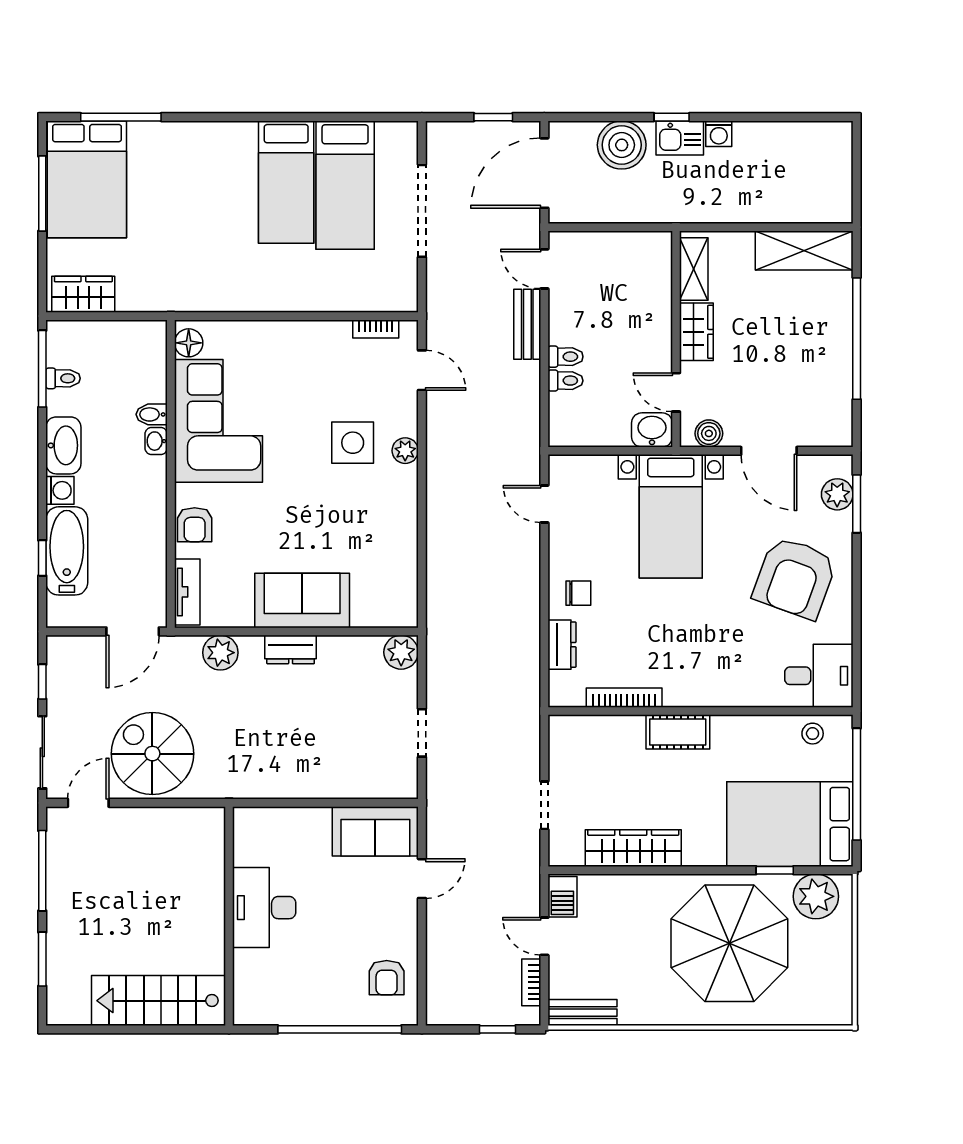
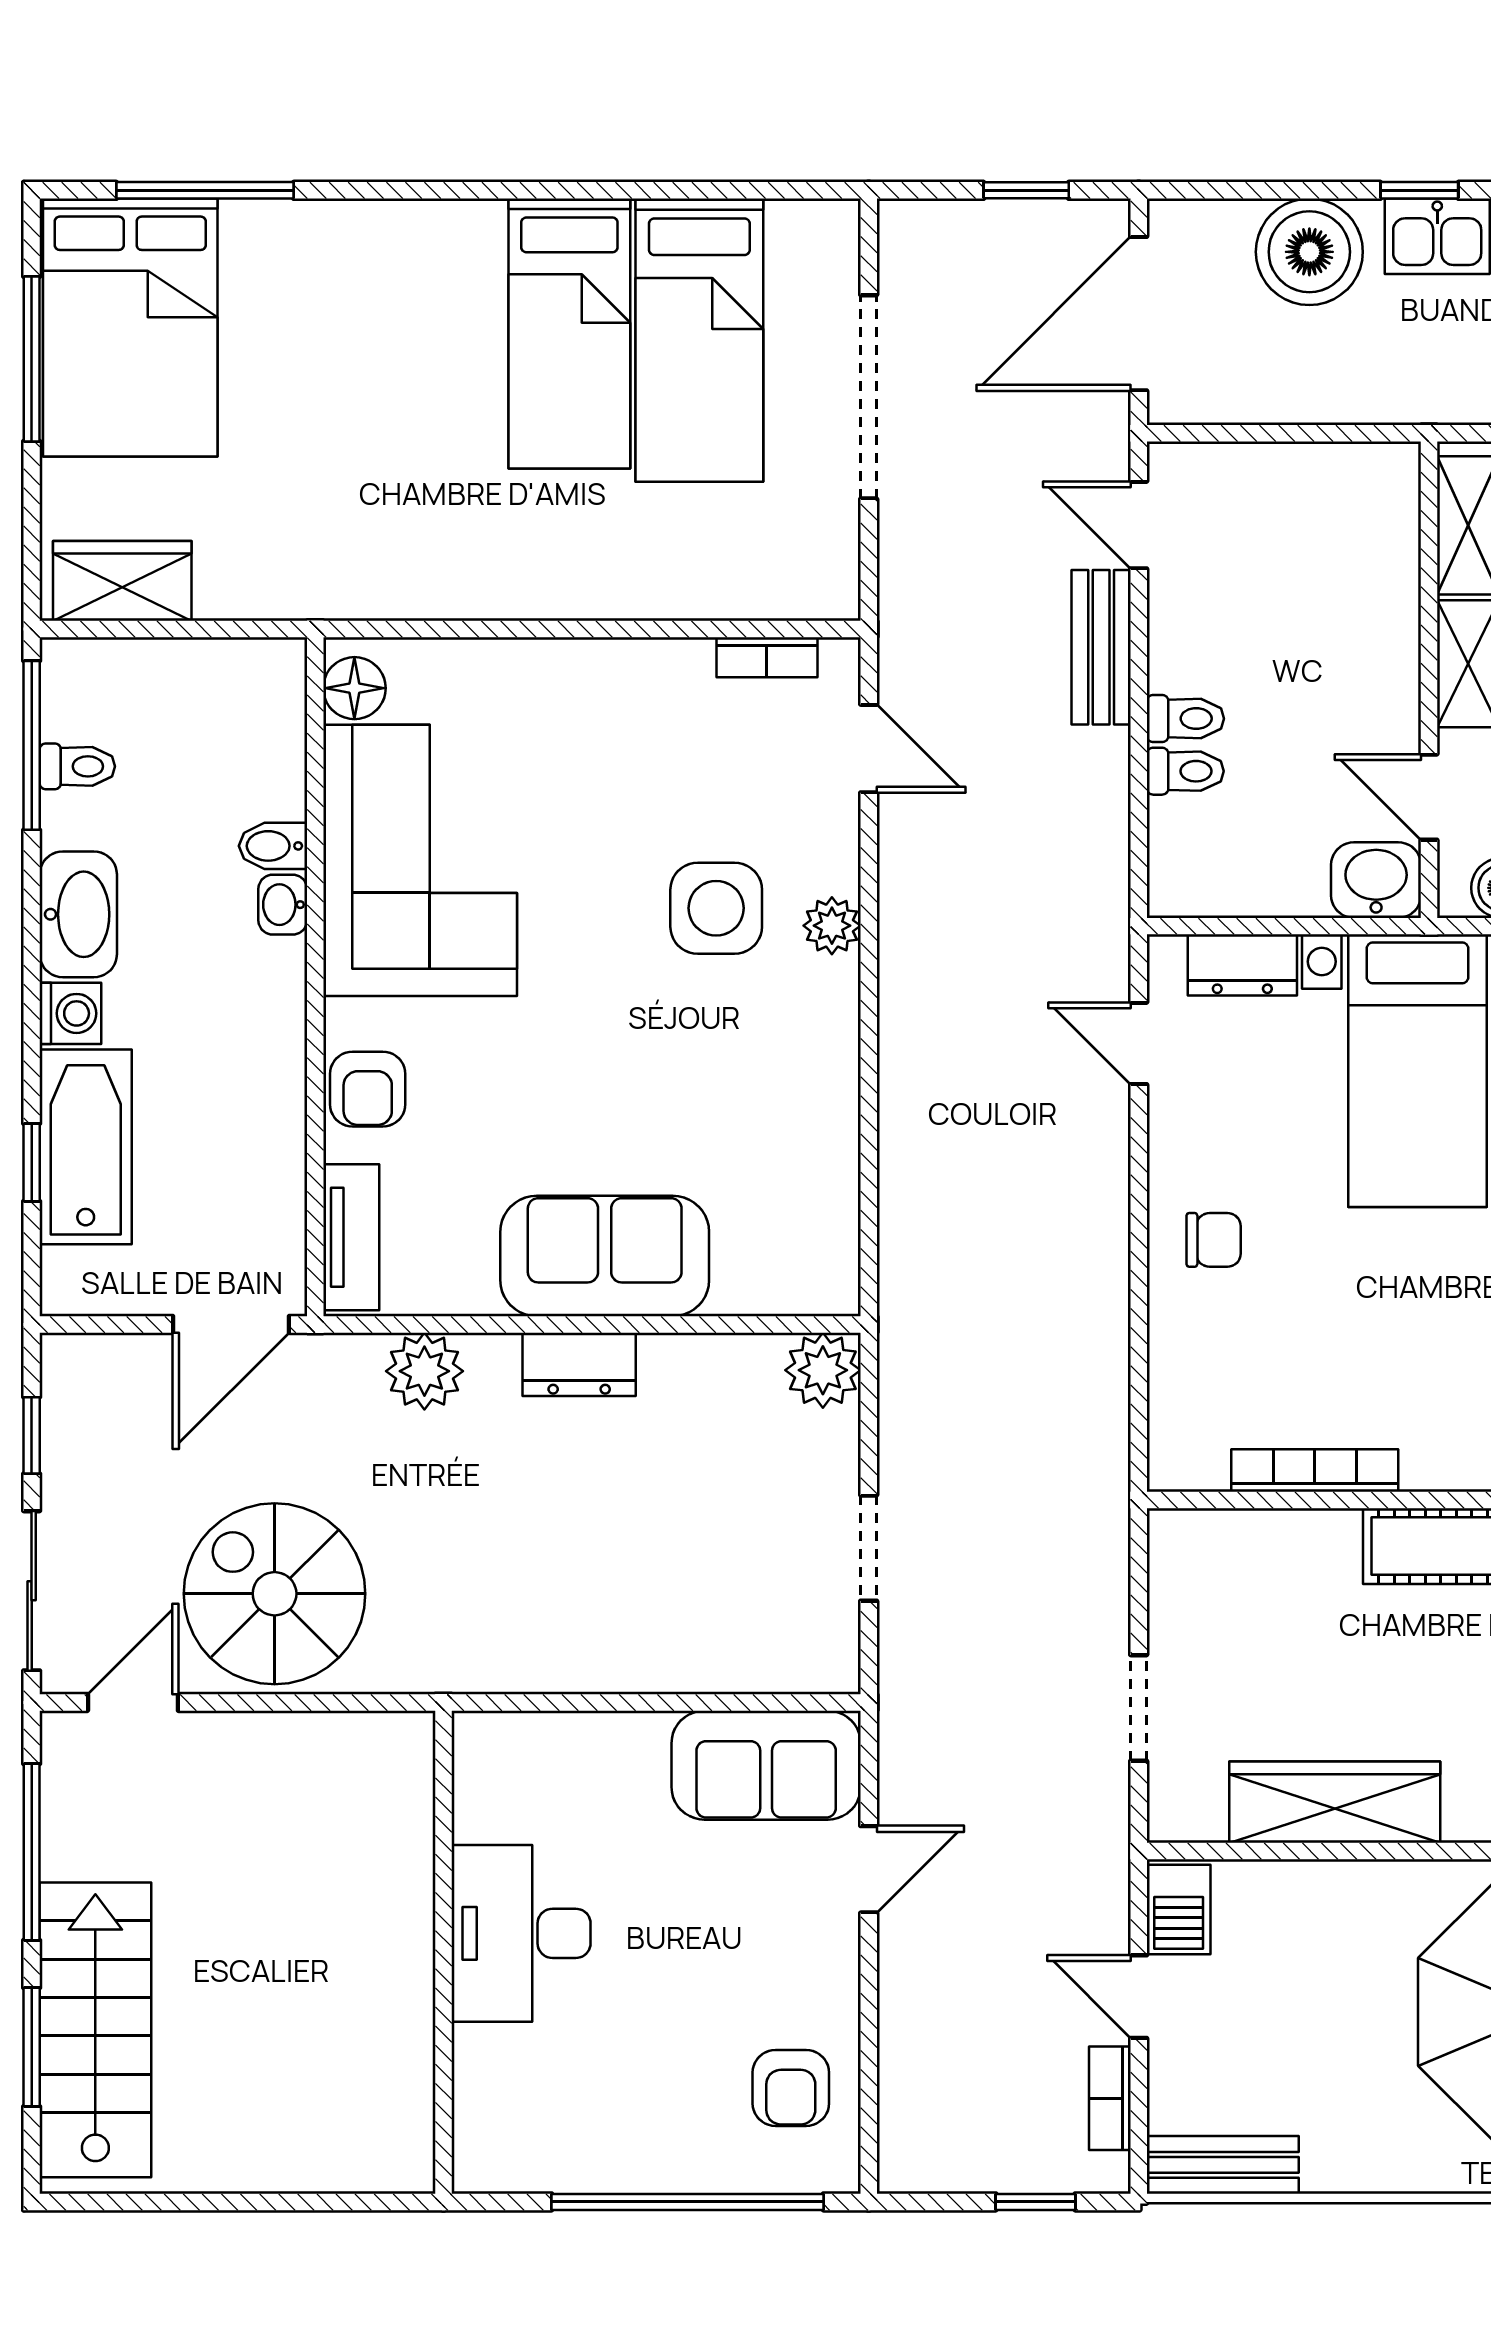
dresser: (562, 645) -> (1242, 965), moved, turned 90
stairs: (158, 1001) -> (95, 2030), moved, turned 90

